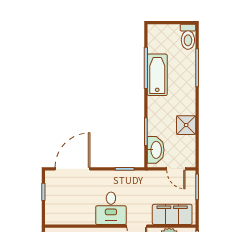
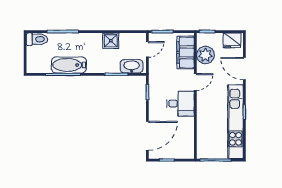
door: (73, 169) -> (147, 136), swing flipped

